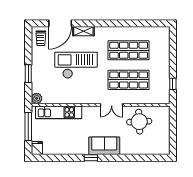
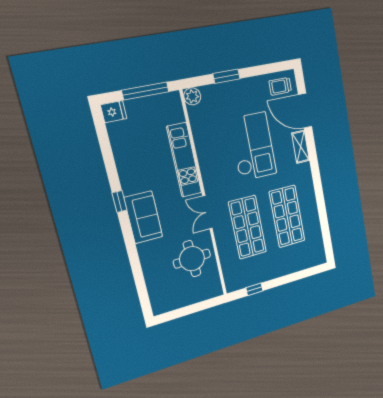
kitchen unit: (59, 112) -> (184, 160), moved

